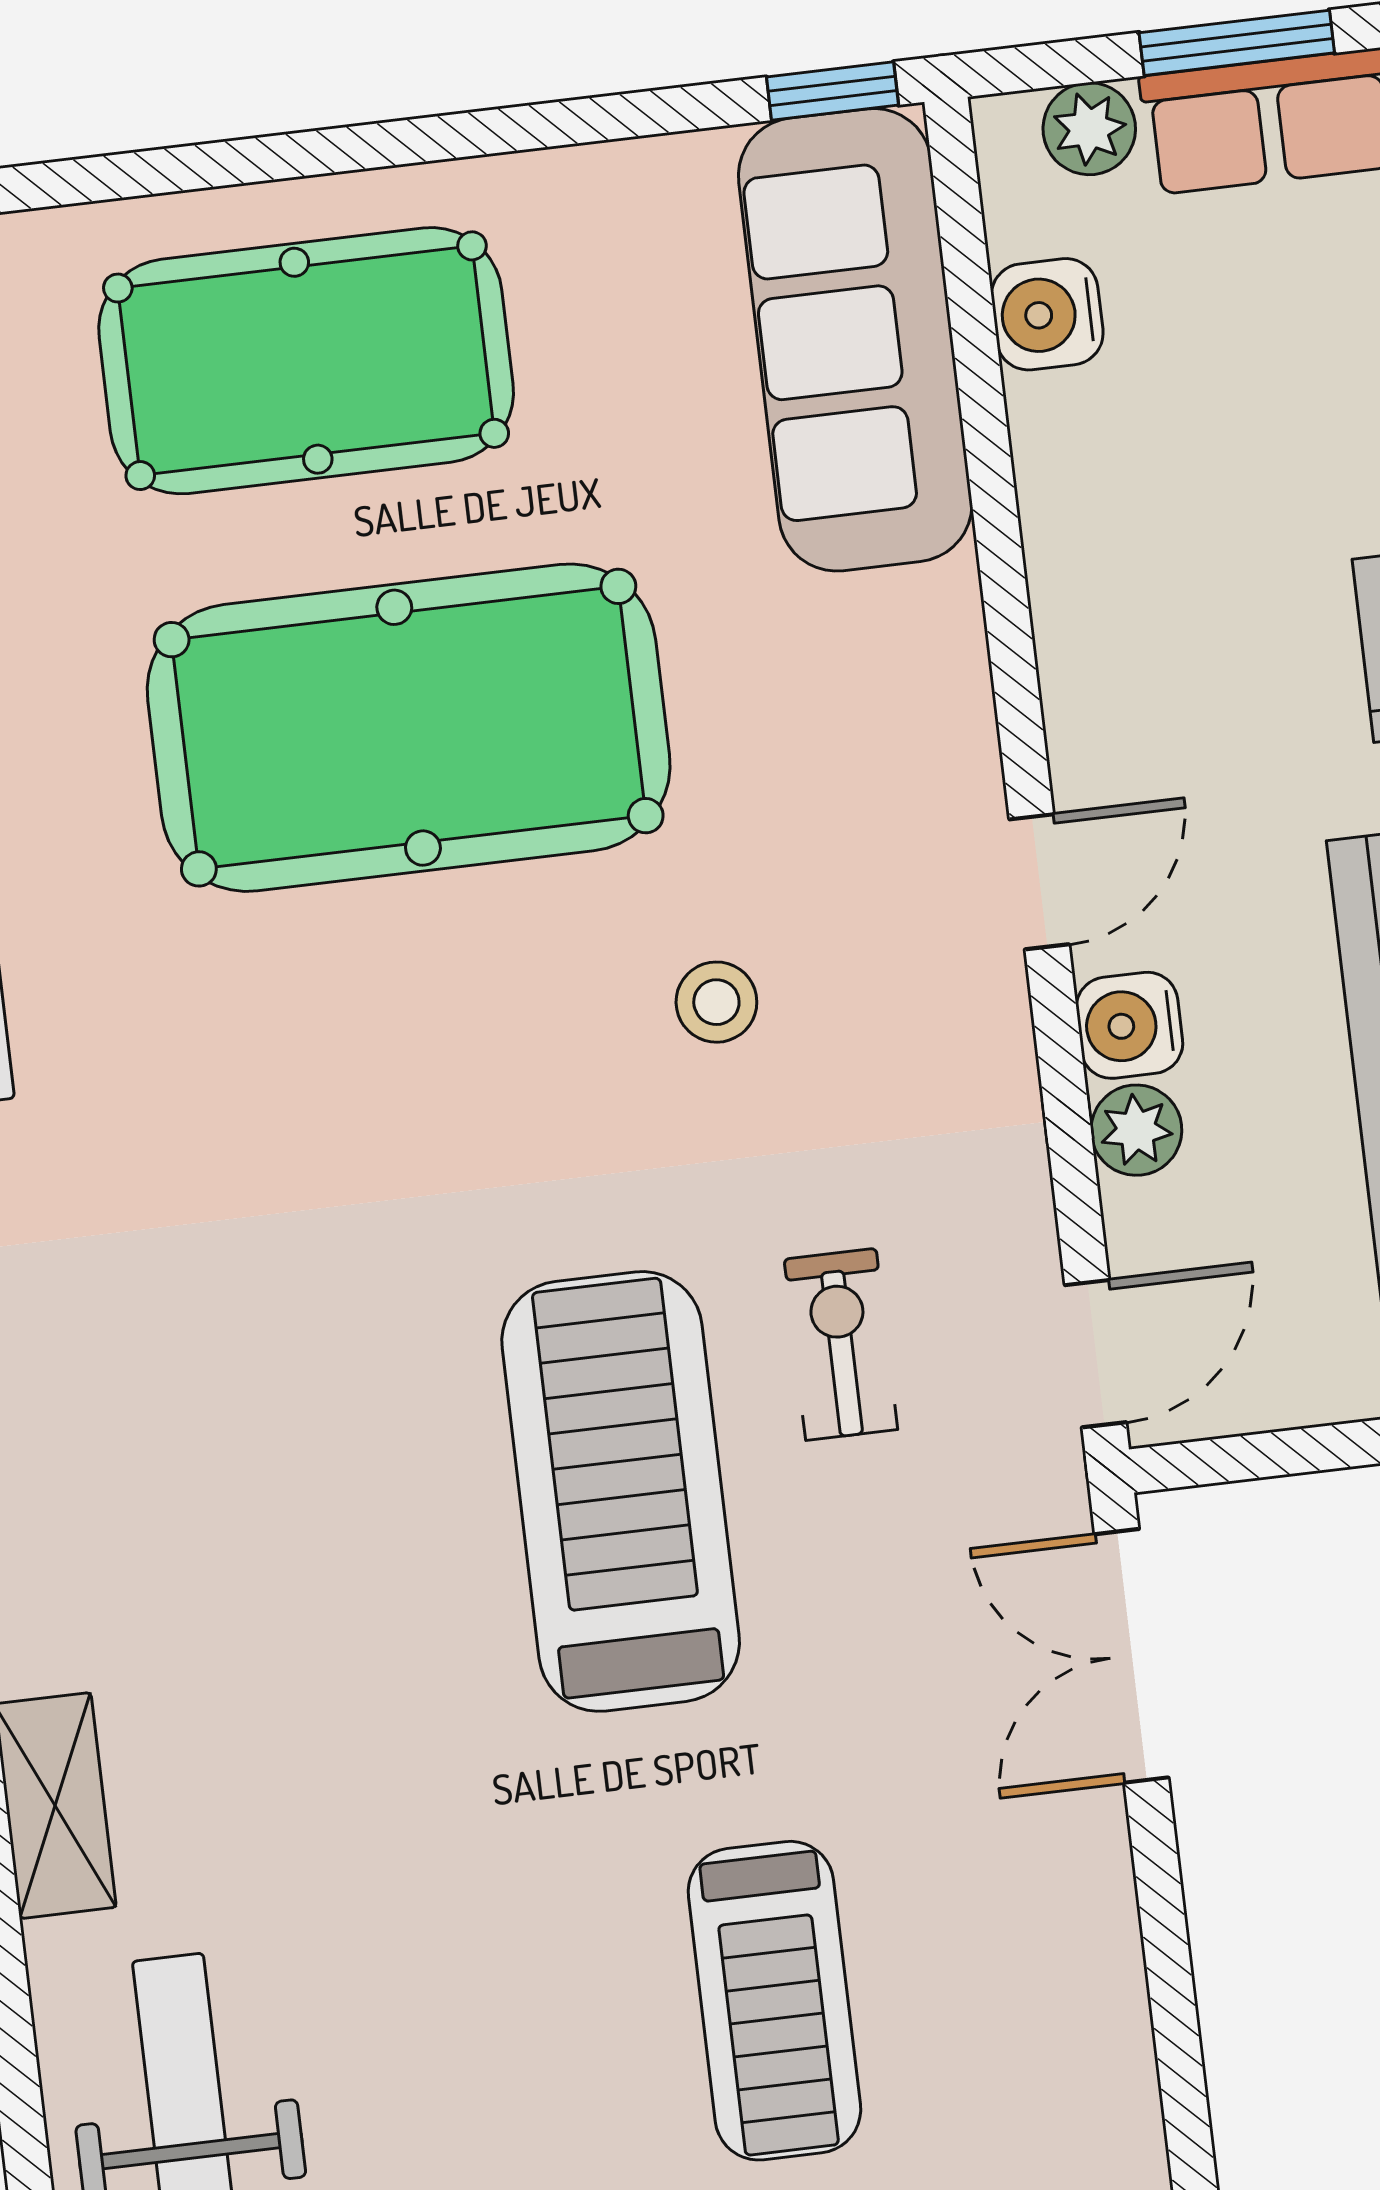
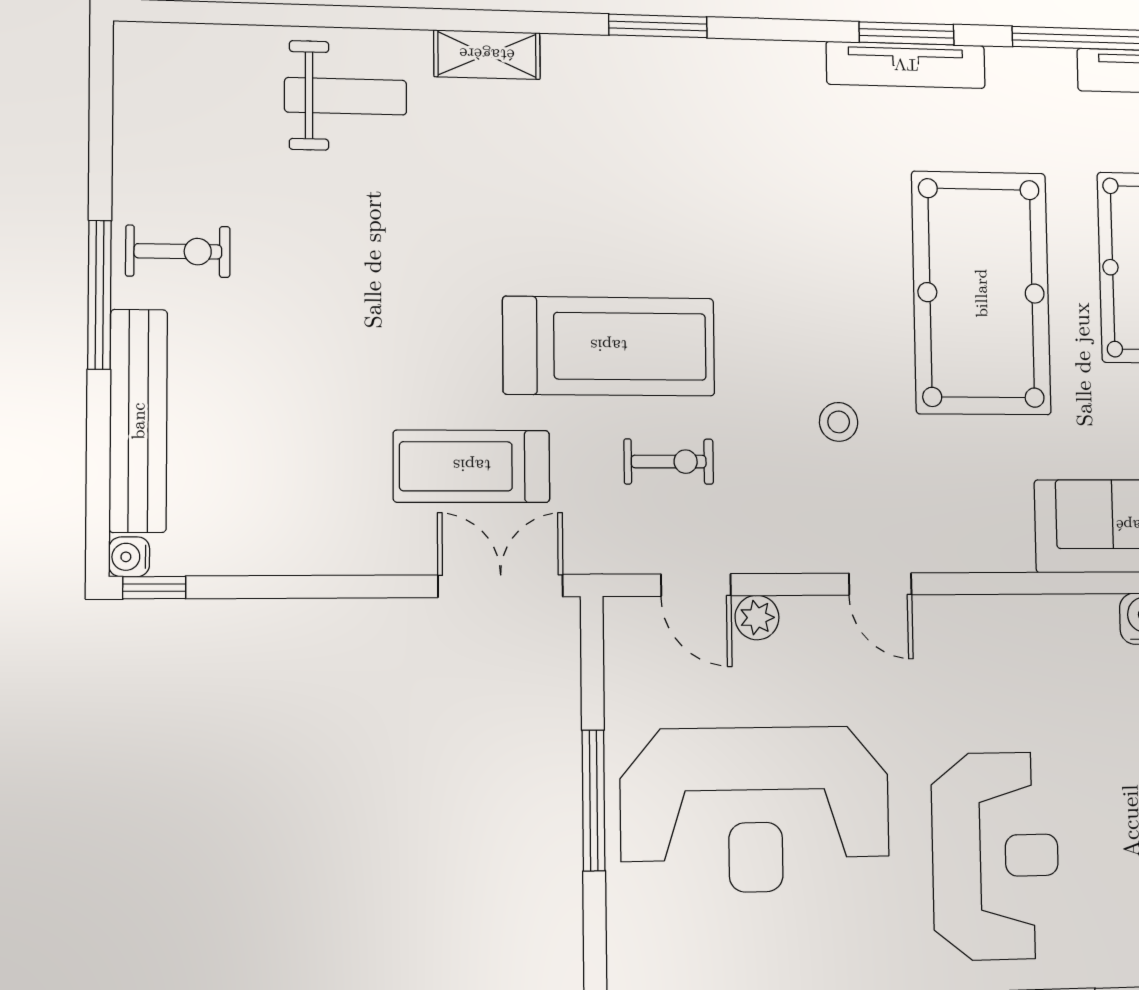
water cooler: (1129, 1025) -> (808, 620), removed
door: (1096, 1354) -> (696, 585), moved
treadmill: (774, 2001) -> (472, 466), moved

